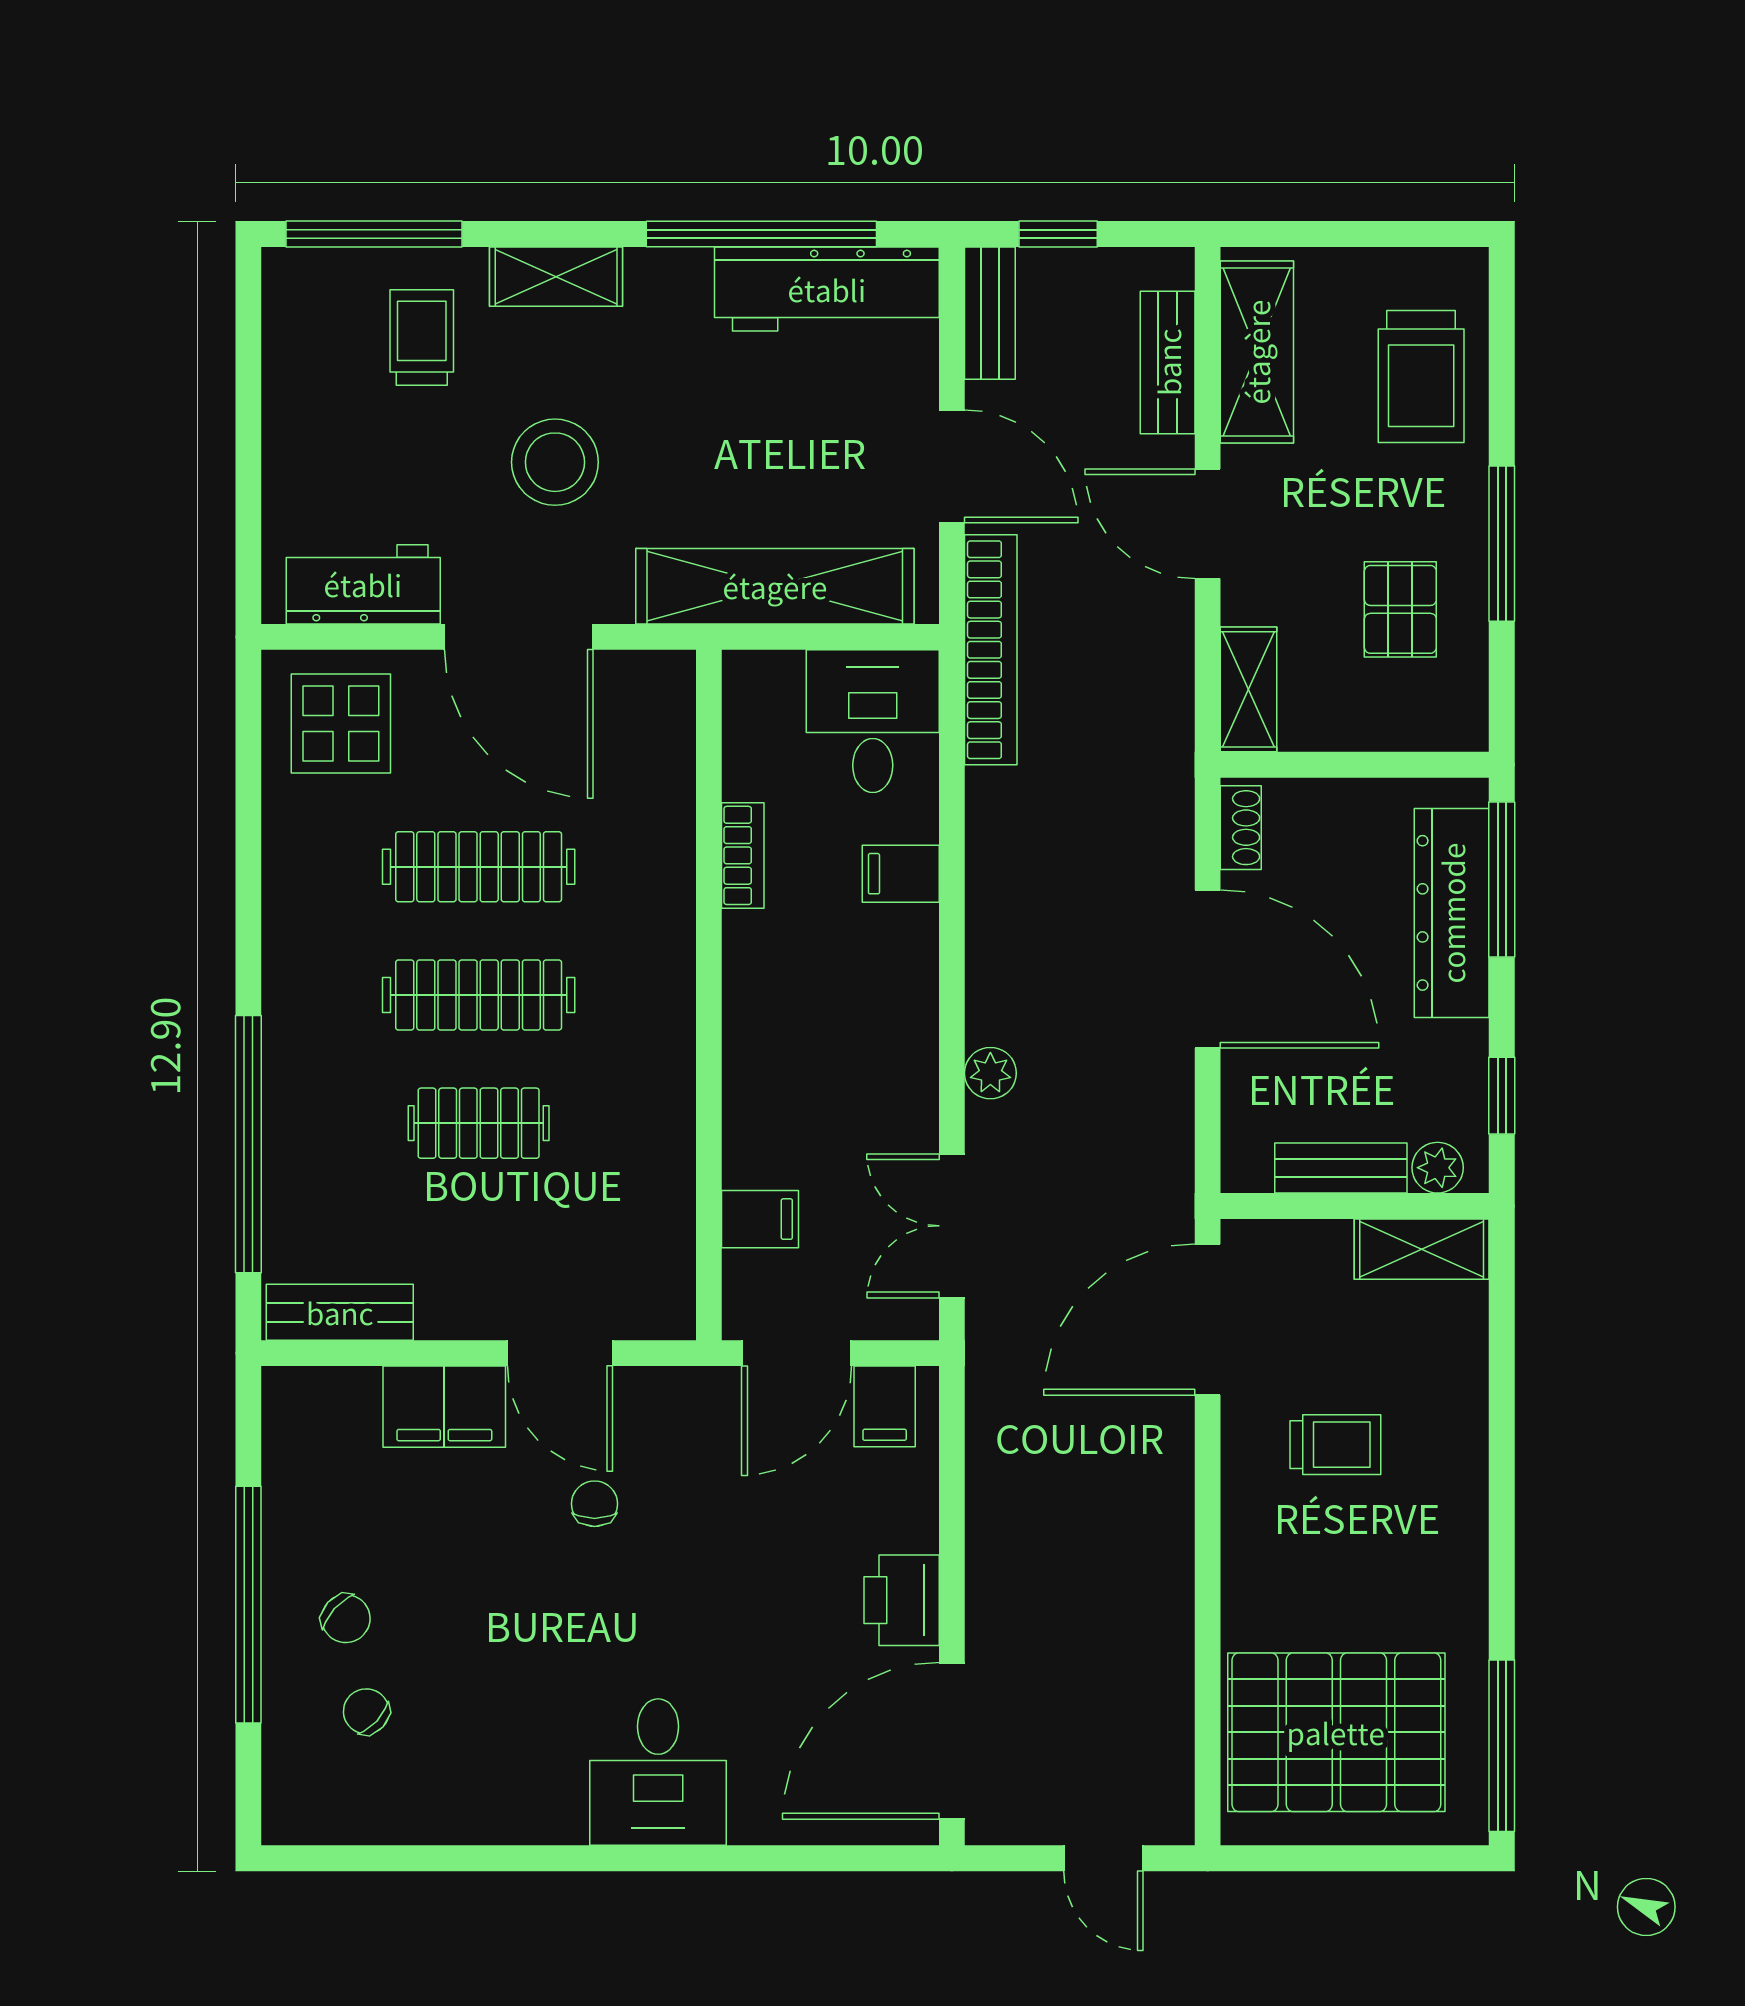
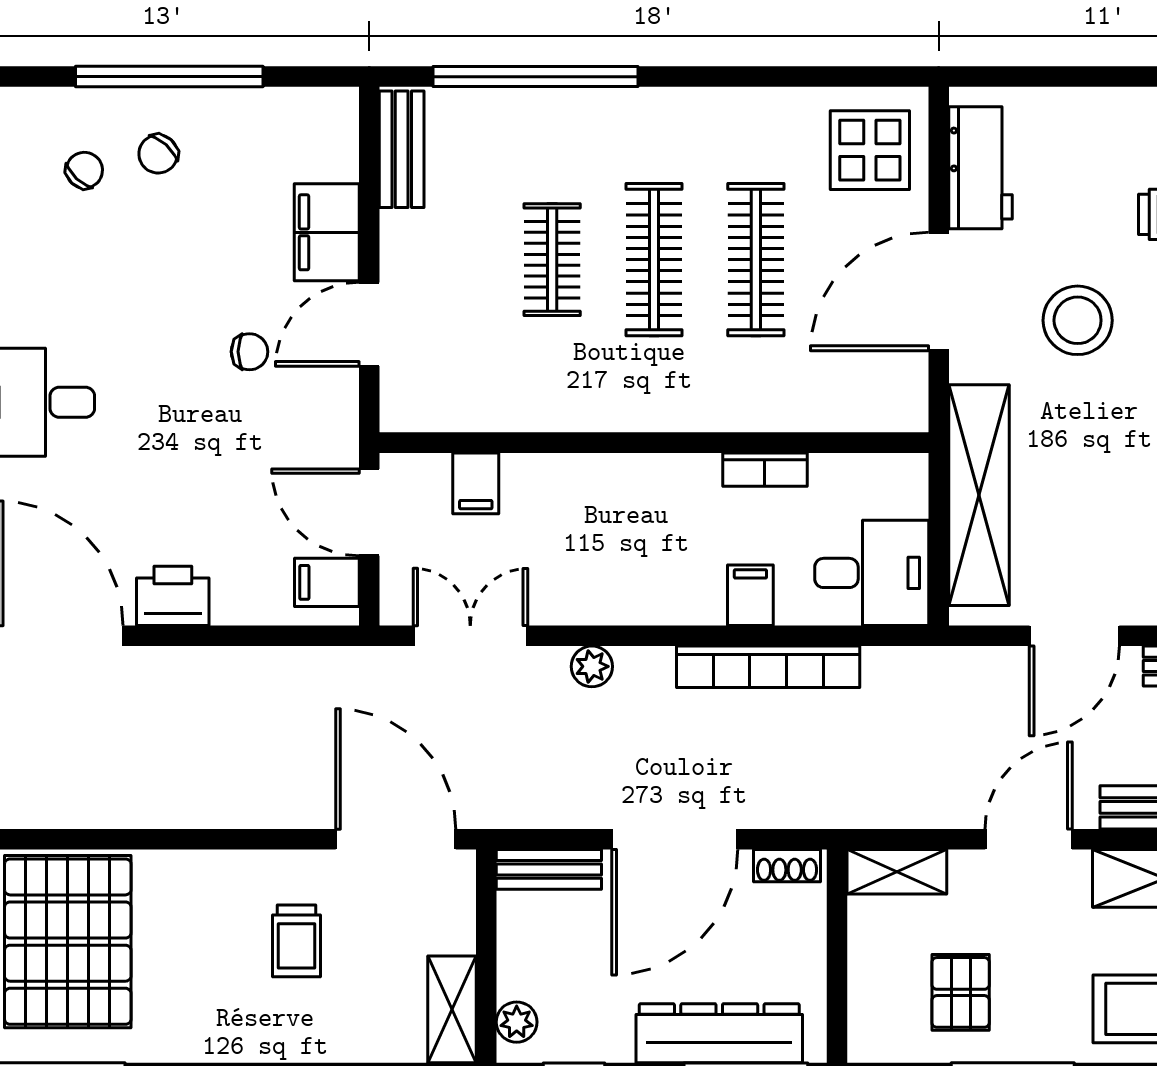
pallet: (1400, 609) -> (961, 992), turned 90
bookcase: (991, 650) -> (768, 667), moved
bench: (1341, 1168) -> (549, 869), moved, turned 90

